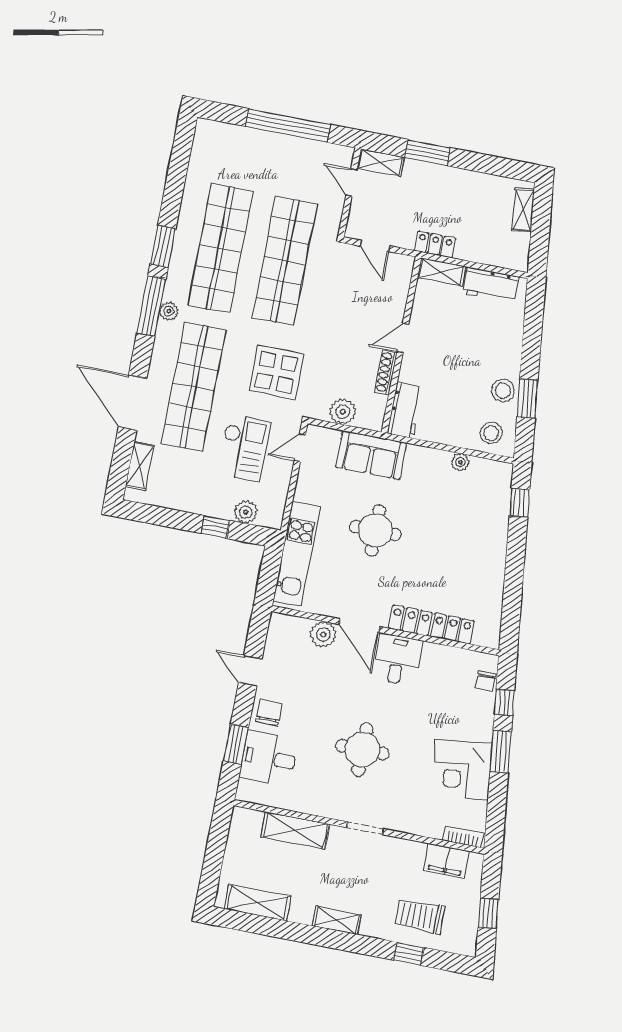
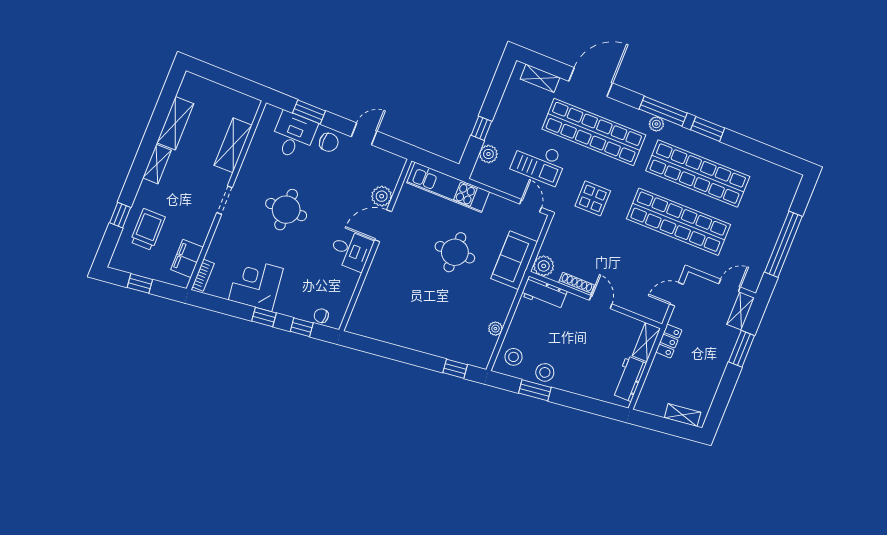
display table: (276, 372) -> (593, 198), width x0.73, depth x0.73
plant: (343, 412) -> (544, 266), moved
locker: (431, 625) -> (373, 282), removed
window: (501, 751) -> (264, 317), width x0.67
shelving: (258, 903) -> (175, 123), moved

